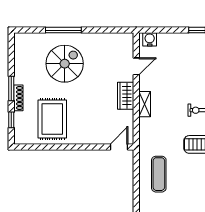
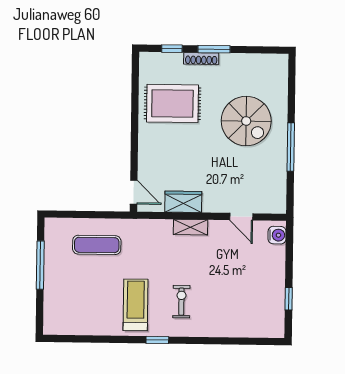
window: (63, 30) -> (291, 147), moved
wardrobe: (126, 96) -> (183, 202), moved

